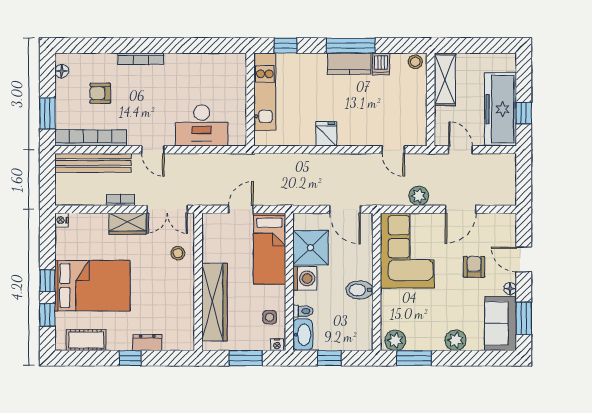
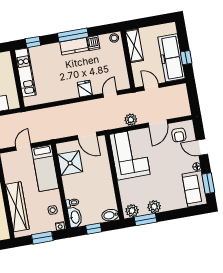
fridge: (326, 134) -> (85, 89), moved
door: (393, 150) -> (110, 94), swing flipped
armchair: (474, 267) -> (179, 135), moved, turned 180
washing machine: (305, 278) -> (70, 183), removed
bidet: (360, 290) -> (110, 215), moved
plant: (456, 340) -> (154, 207), moved

